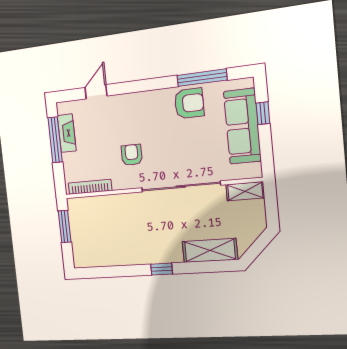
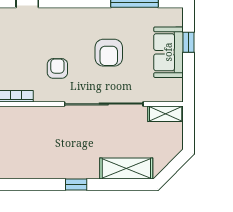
armchair: (189, 103) -> (109, 53), moved, turned 90
sofa: (242, 126) -> (168, 52), width x0.73

